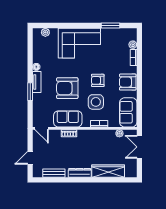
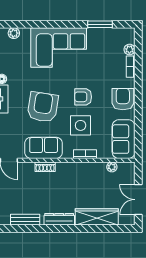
armchair: (128, 82) -> (123, 99), turned 90
armchair: (67, 88) -> (43, 107), turned 99
double door: (139, 147) -> (138, 200), moved

